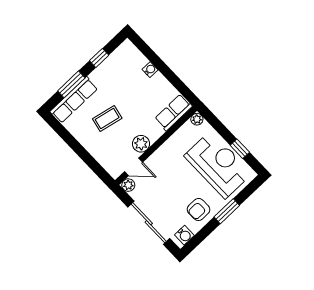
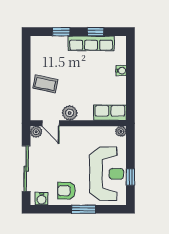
window: (71, 84) -> (61, 32), width x0.67
row of seats: (74, 100) -> (91, 43), moved
coffee table: (107, 118) -> (45, 84), moved

